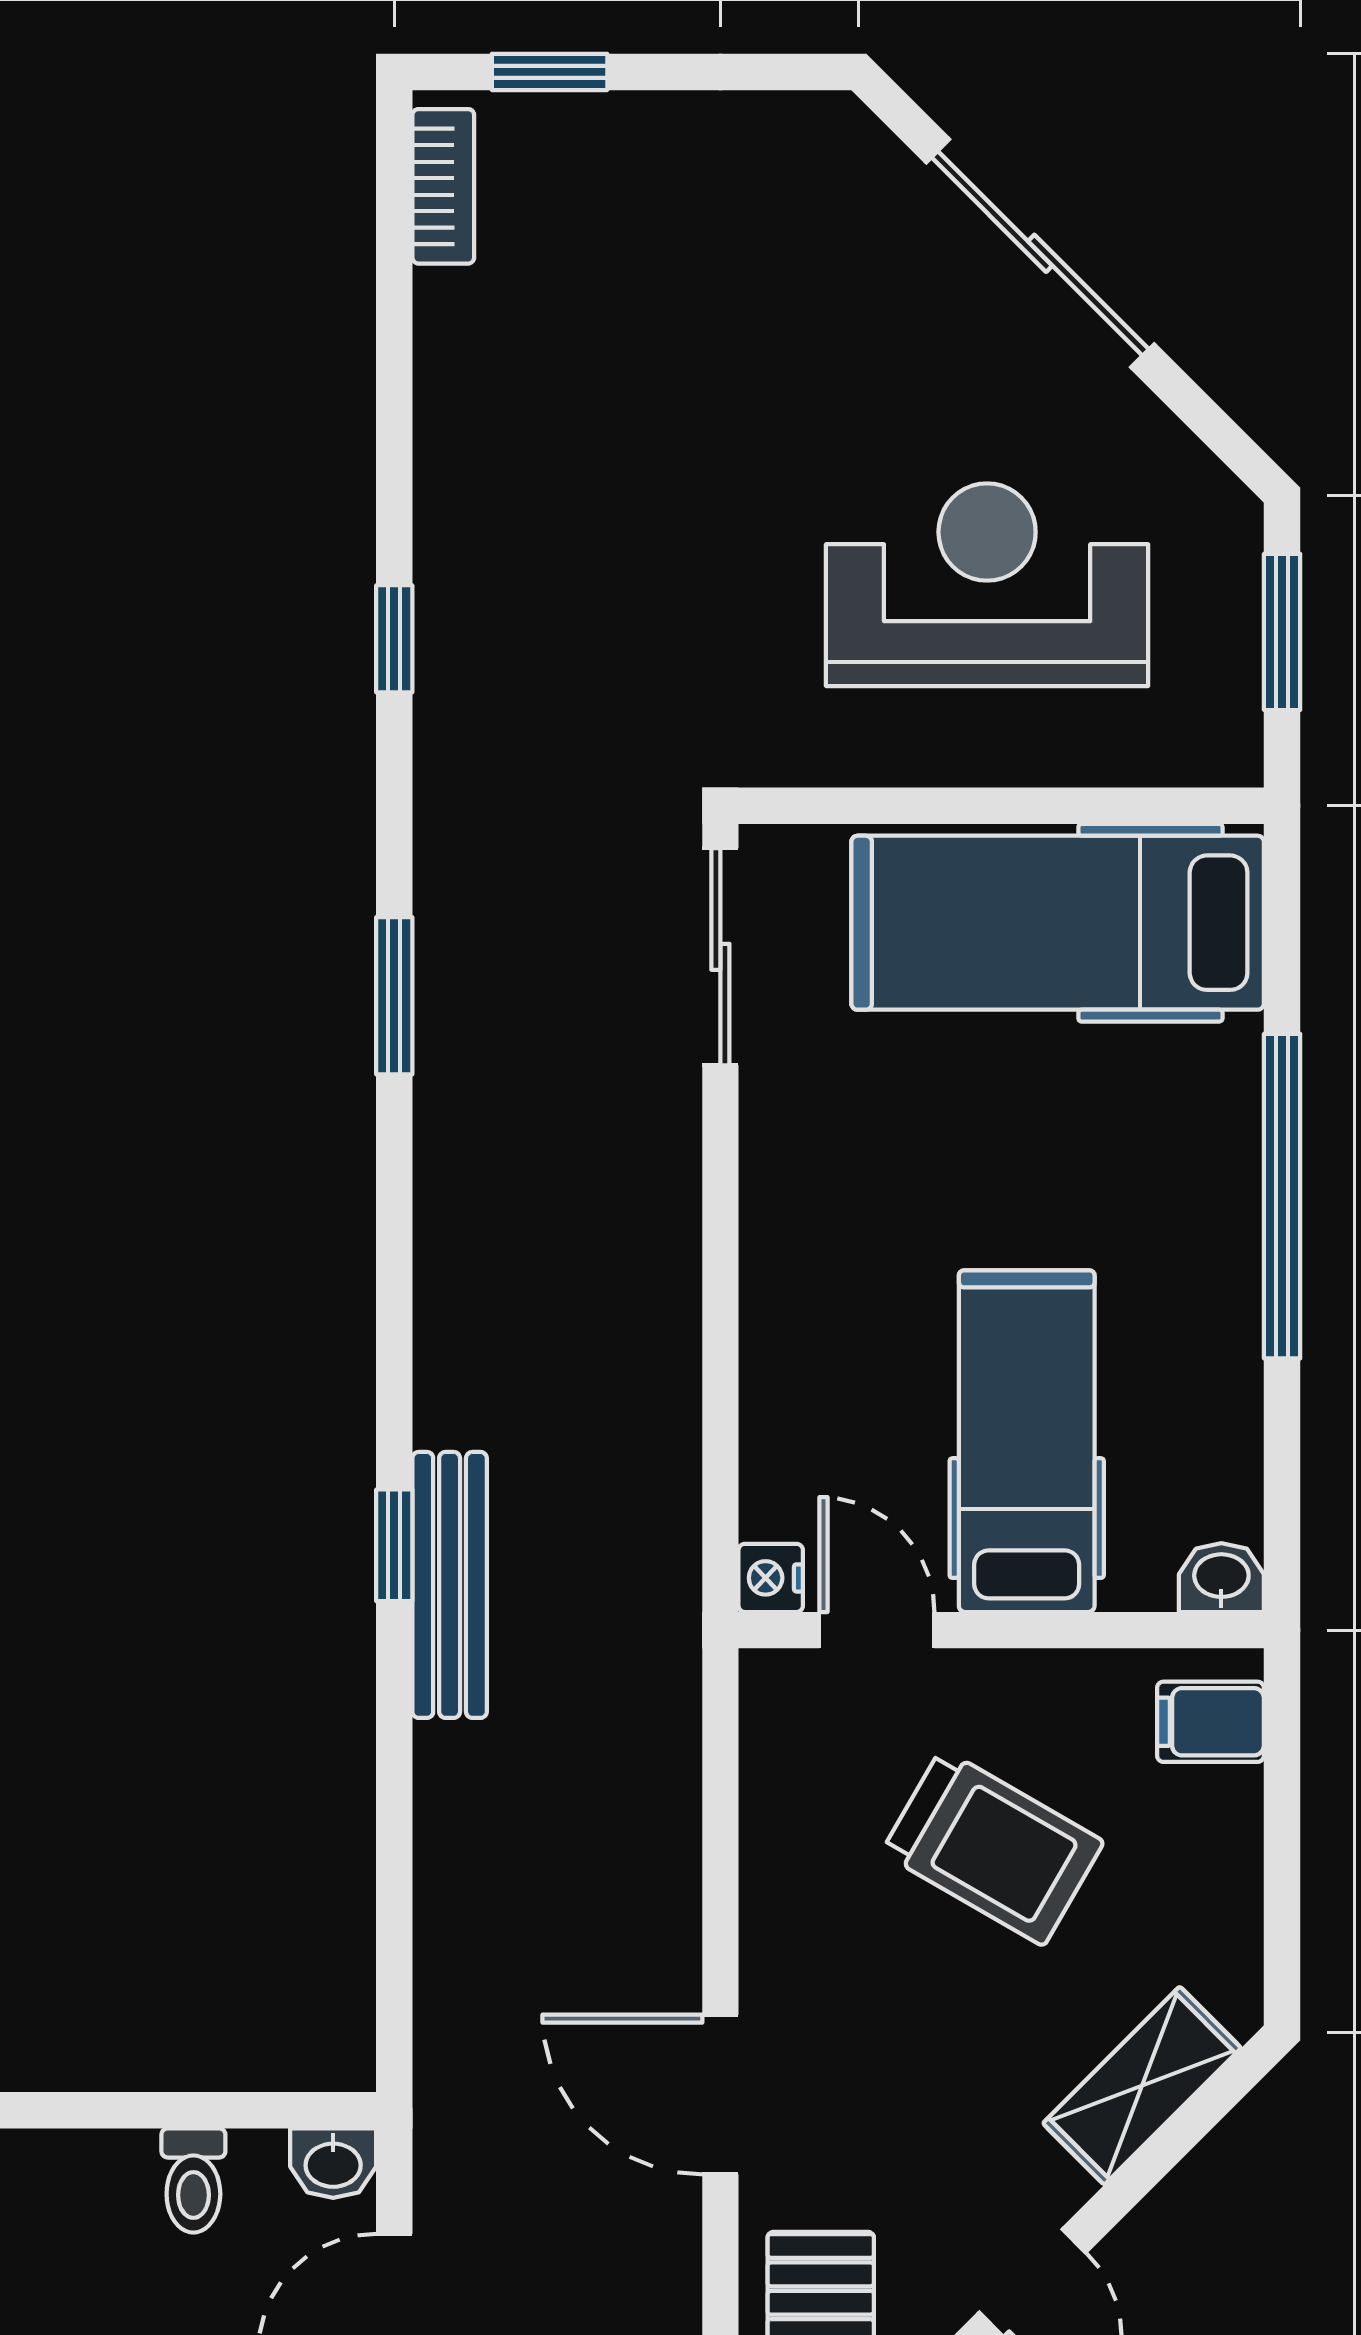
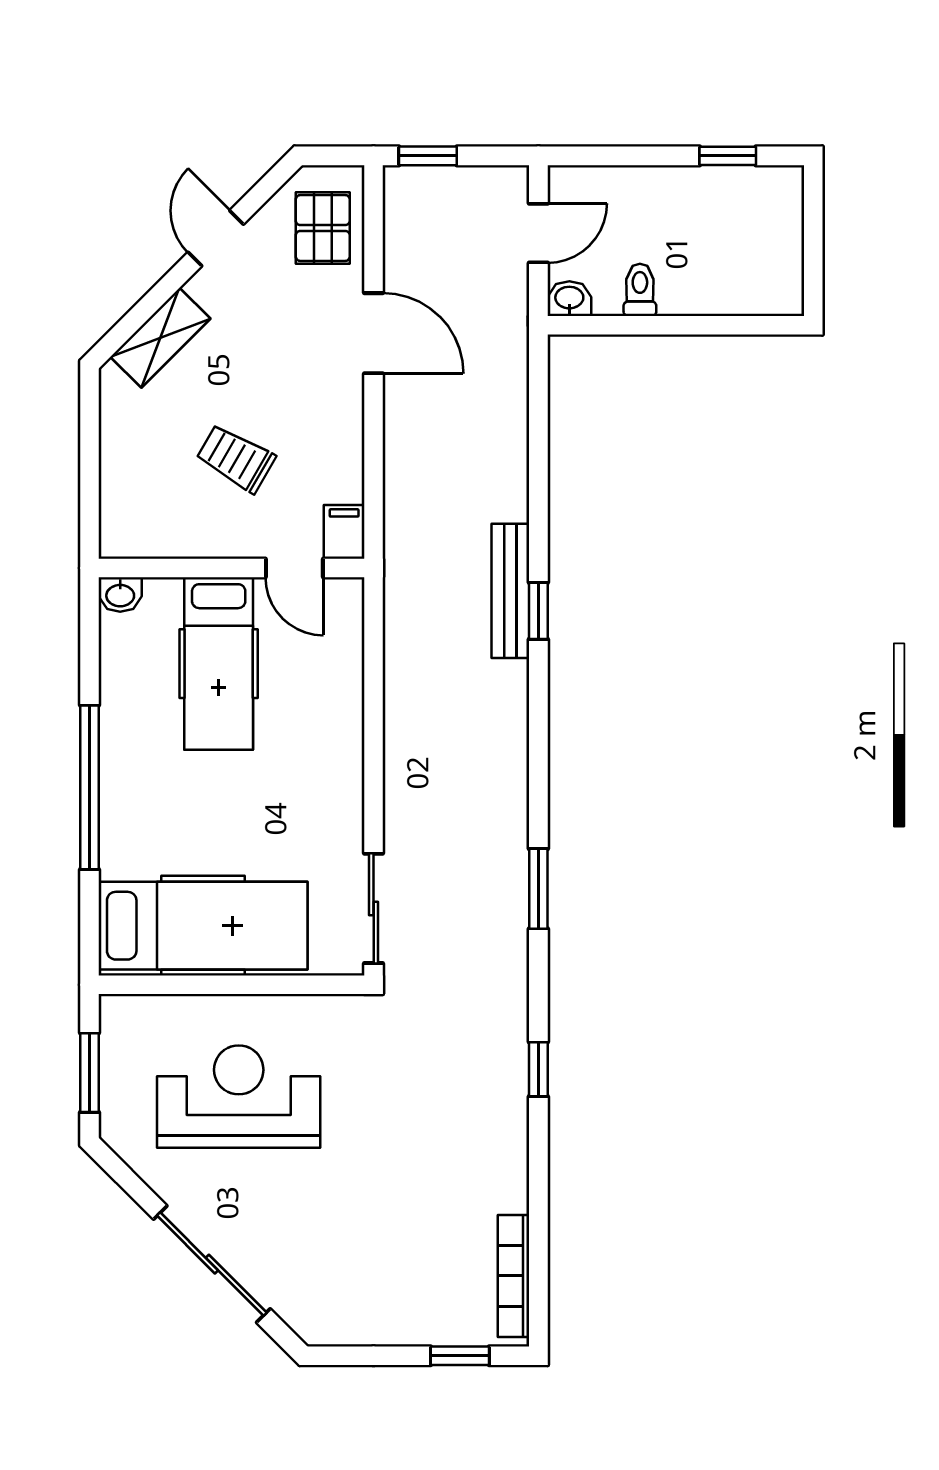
bookcase: (443, 186) -> (514, 1276), width x1.56
reception desk: (987, 585) -> (239, 1097), turned 180
nightstand: (771, 1578) -> (348, 594), removed
filing cabinet: (1210, 1722) -> (344, 532), moved, turned -90
trolley: (993, 1847) -> (236, 458), width x0.73, depth x0.72

